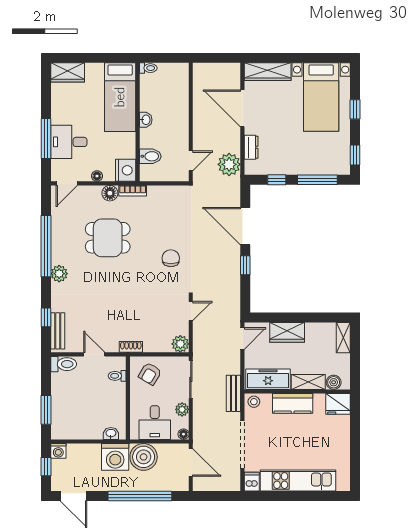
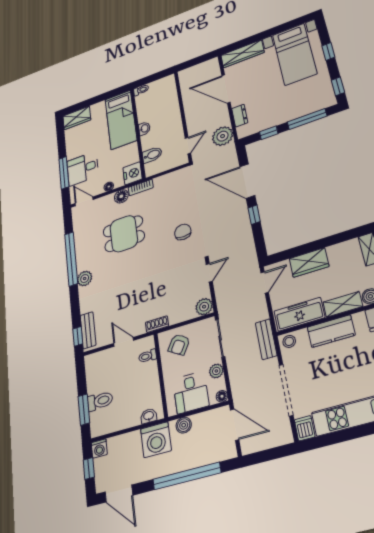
door: (67, 183) -> (84, 201), swing flipped
window: (46, 317) -> (78, 336), moved
toilet: (64, 364) -> (100, 401), moved
boiler: (144, 457) -> (184, 425), width x0.54, depth x0.54

